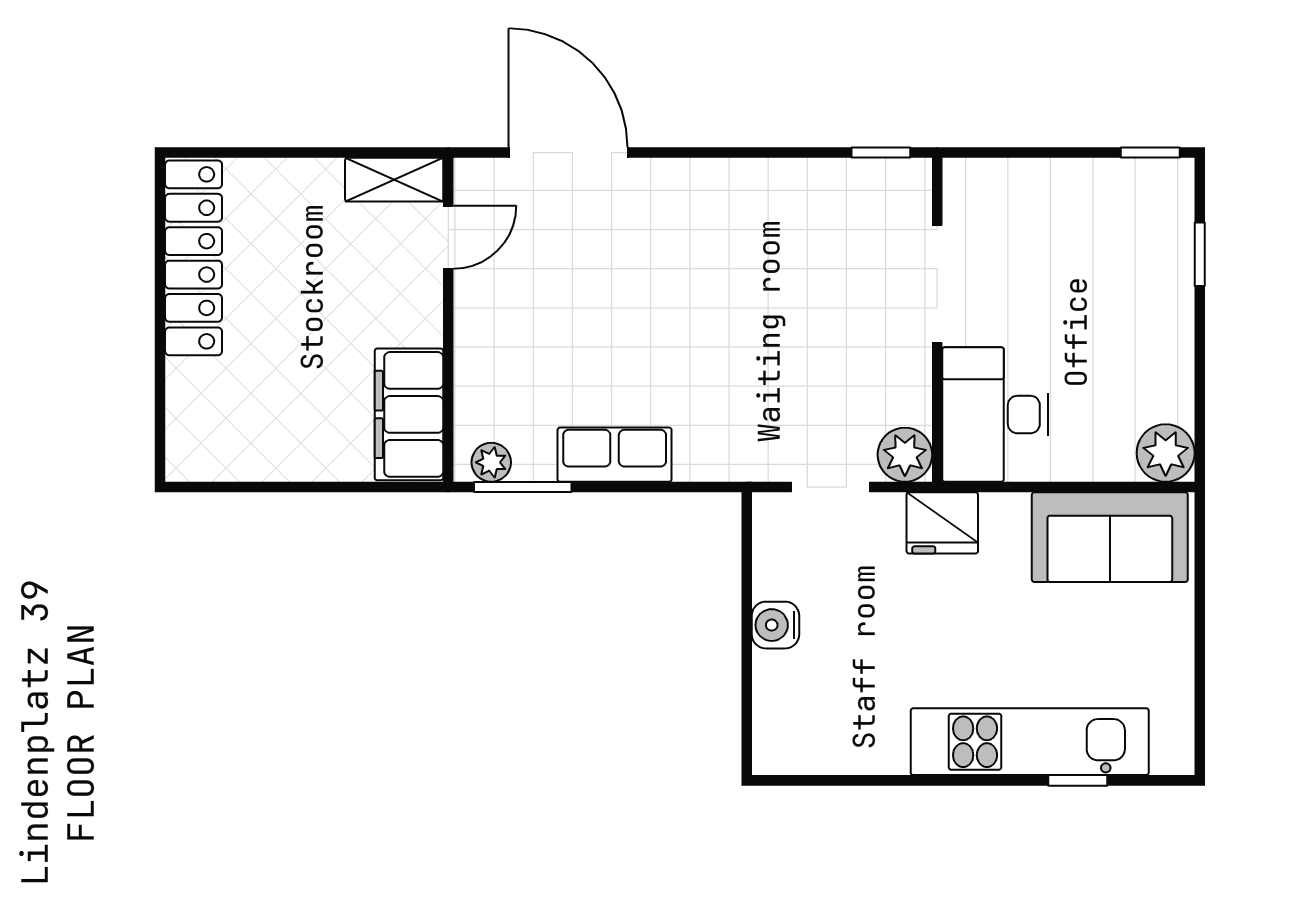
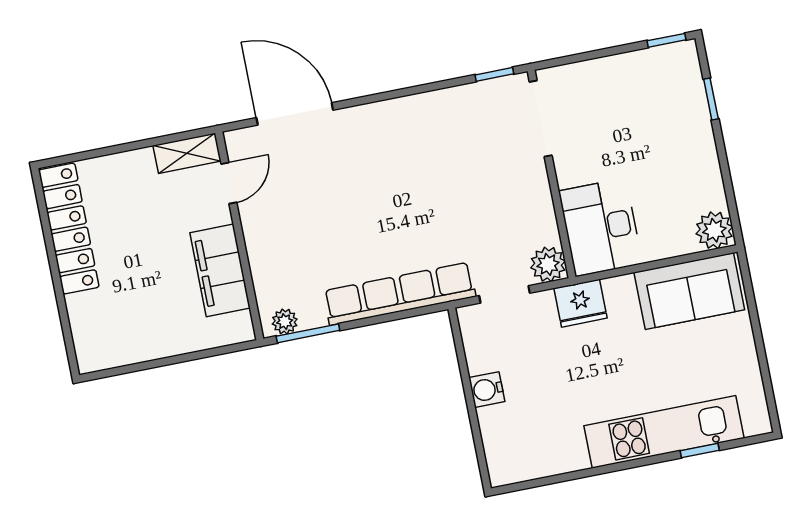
doorway: (937, 284) -> (541, 119), moved
filing cabinet: (409, 414) -> (220, 270), moved
row of seats: (615, 455) -> (399, 294), width x2.02

